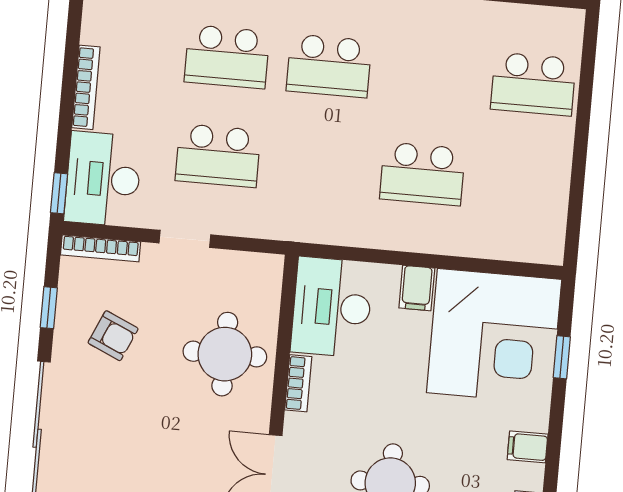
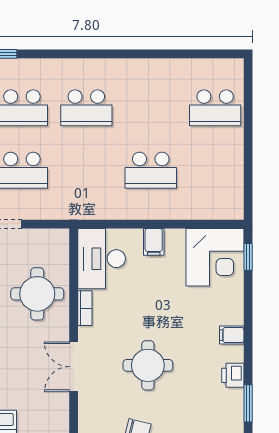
corner desk: (494, 336) -> (215, 257), width x0.74, depth x0.74
window: (562, 357) -> (248, 257), moved

